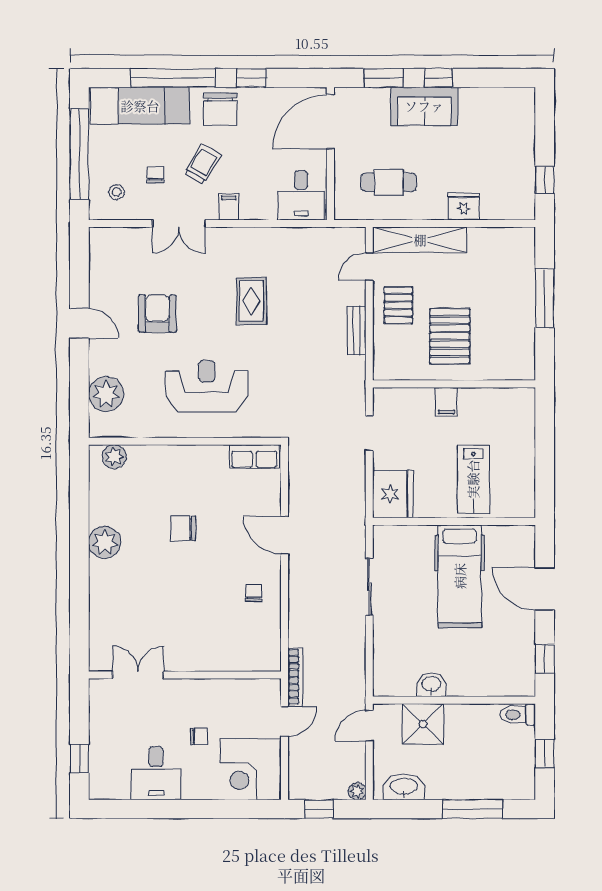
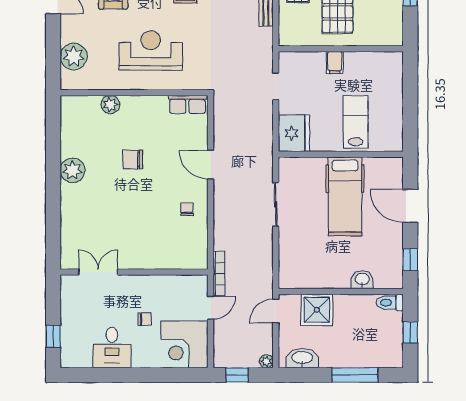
plant: (114, 457) -> (110, 105), moved
lab bench: (473, 479) -> (356, 122), turned 180
washbasin: (431, 685) -> (362, 280), moved

